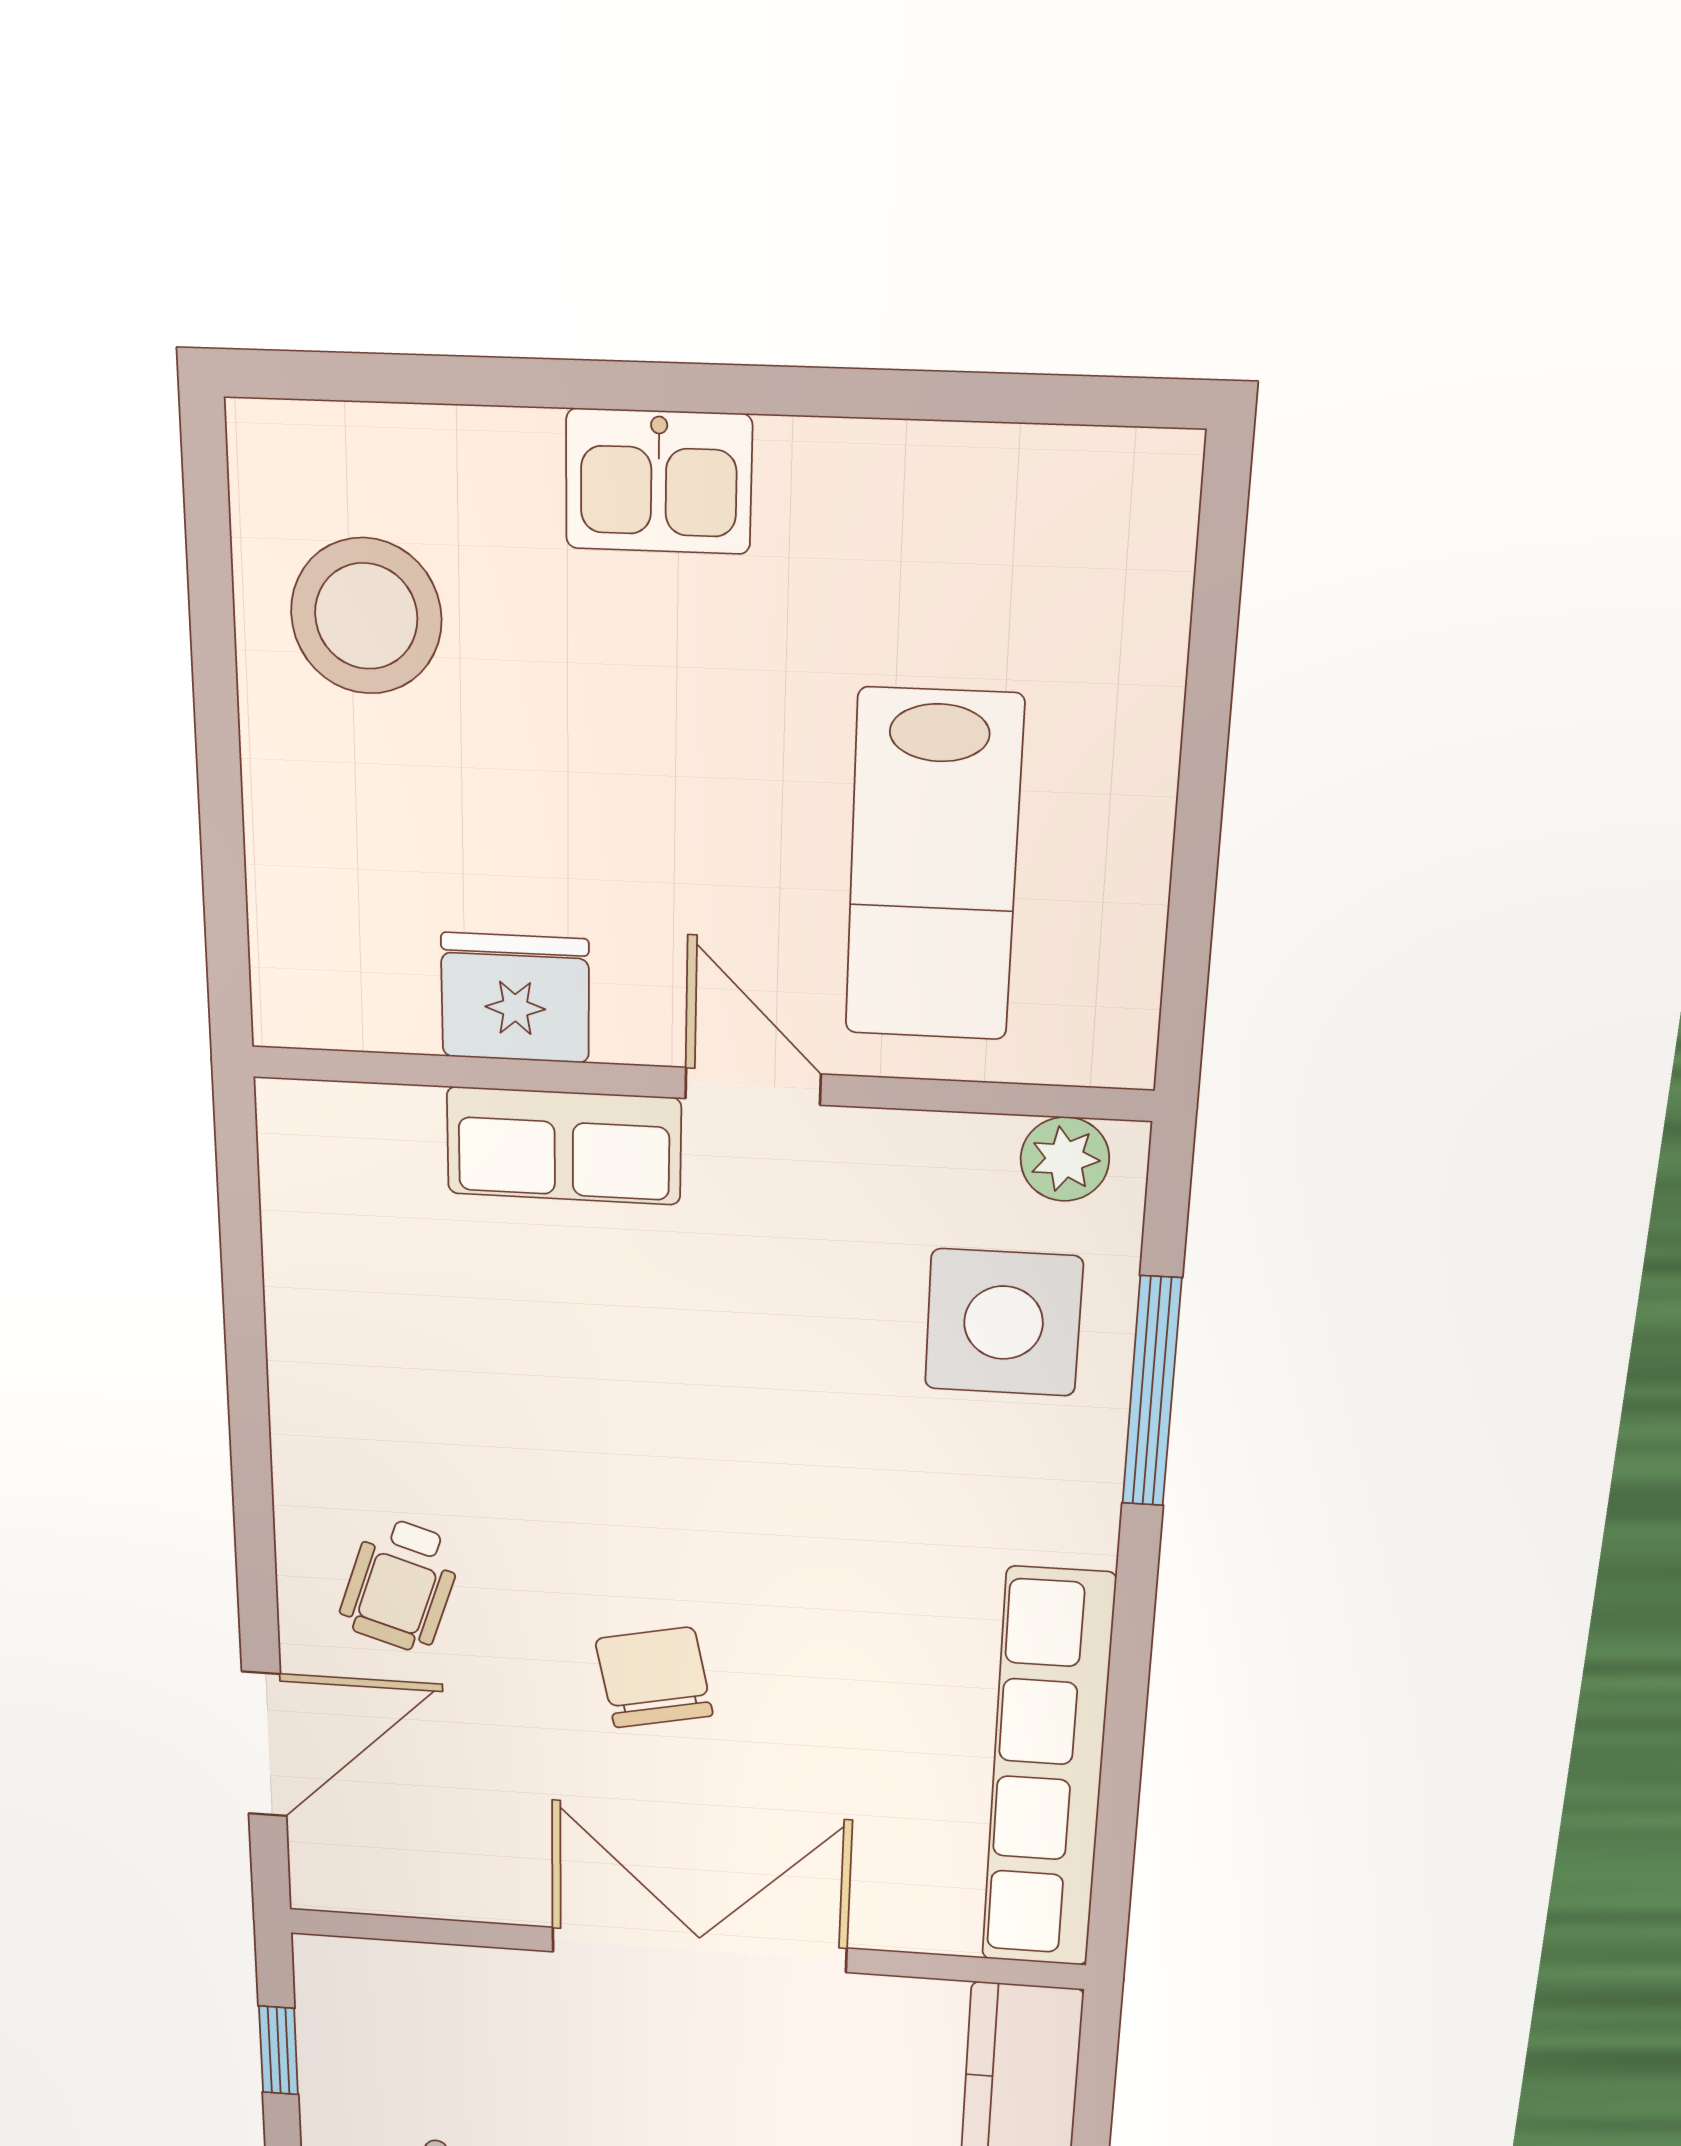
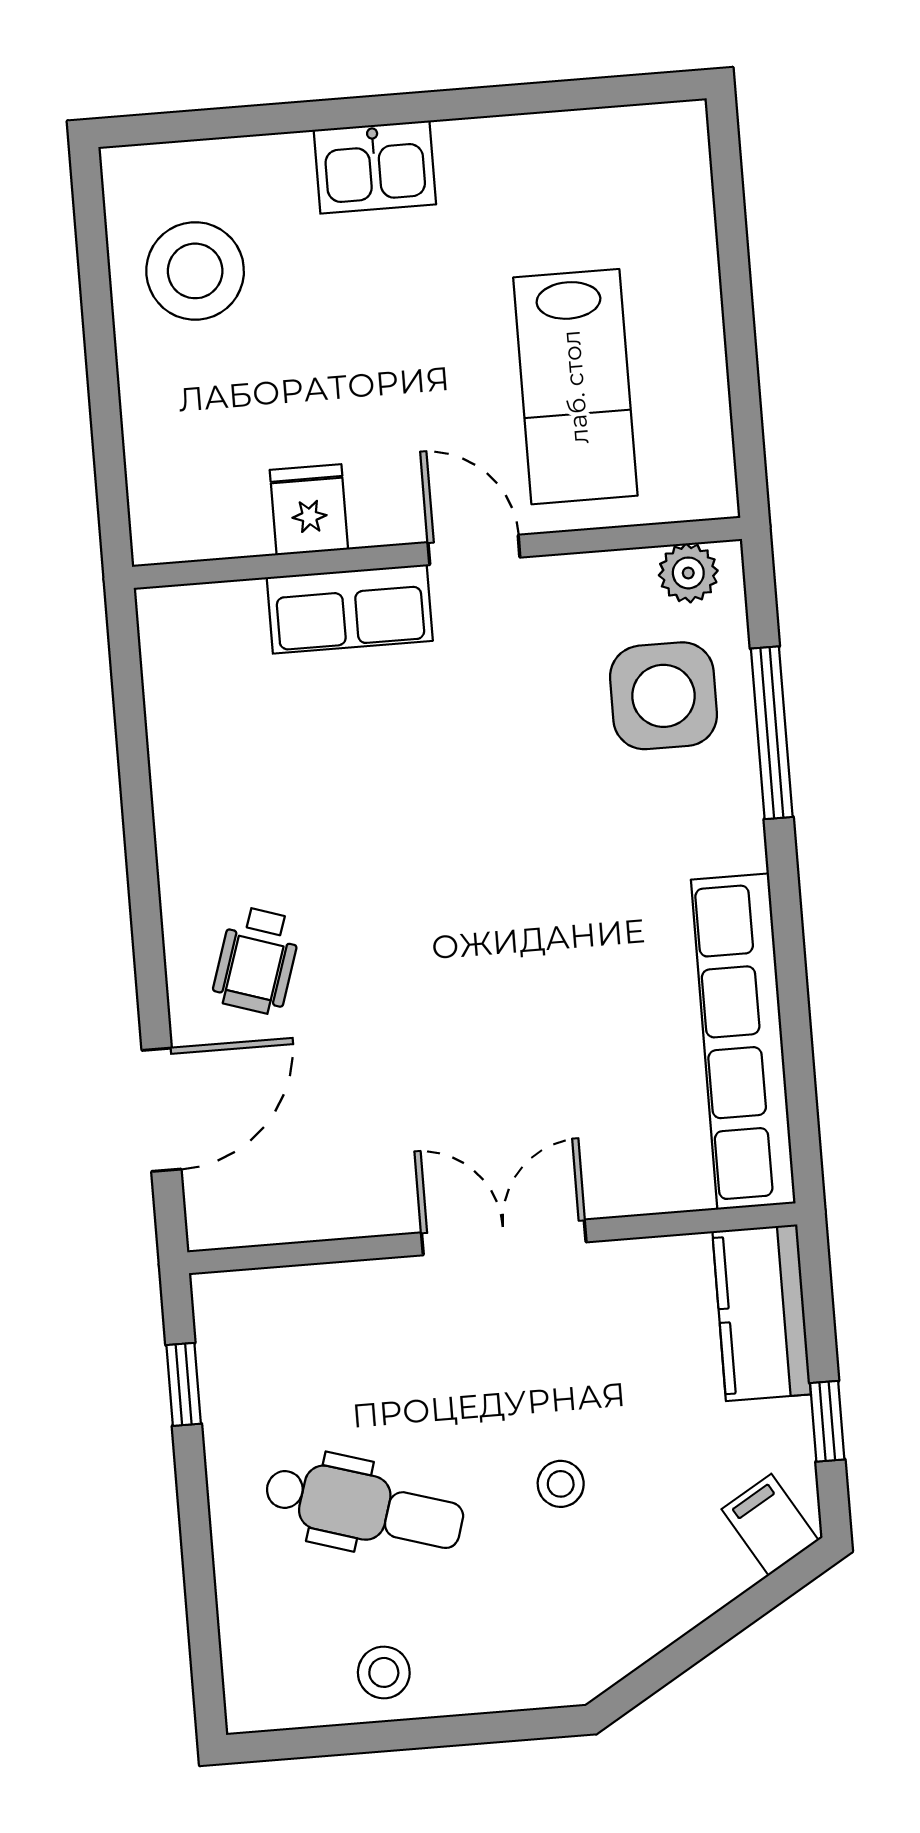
fridge: (515, 998) -> (309, 510), width x0.72
chair: (654, 1677) -> (448, 1008), removed
double door: (699, 1950) -> (504, 1237), width x0.73

